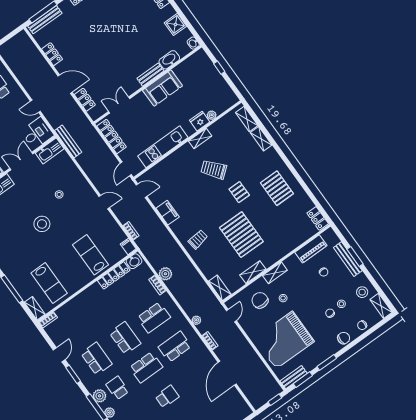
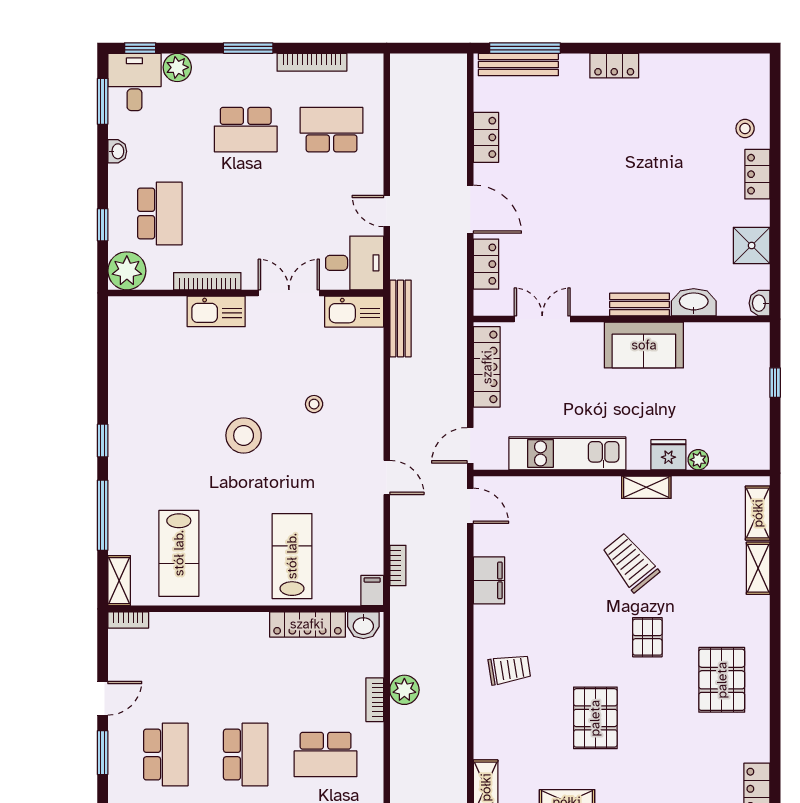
pallet: (241, 235) -> (595, 718), width x0.73, depth x0.71

